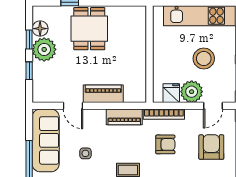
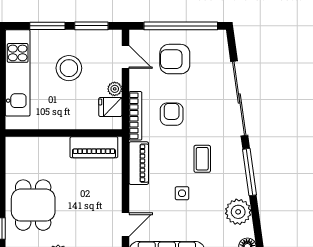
dining table: (89, 29) -> (33, 205), turned 90
plant: (192, 92) -> (115, 89), width x0.53, depth x0.53
piano: (103, 94) -> (94, 147), moved, turned -90
side table: (85, 153) -> (182, 193), moved

